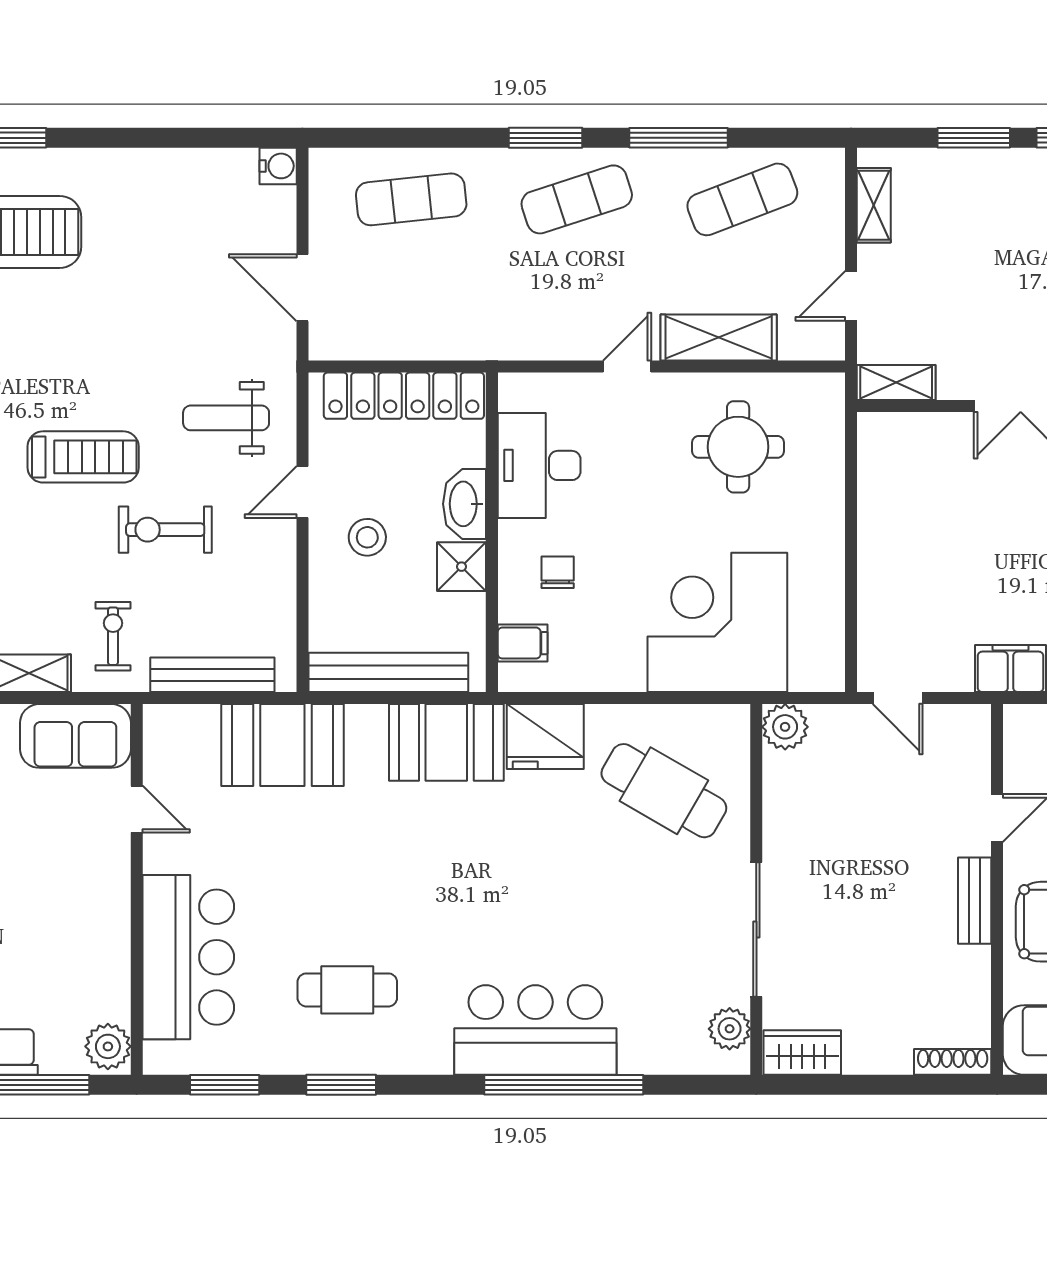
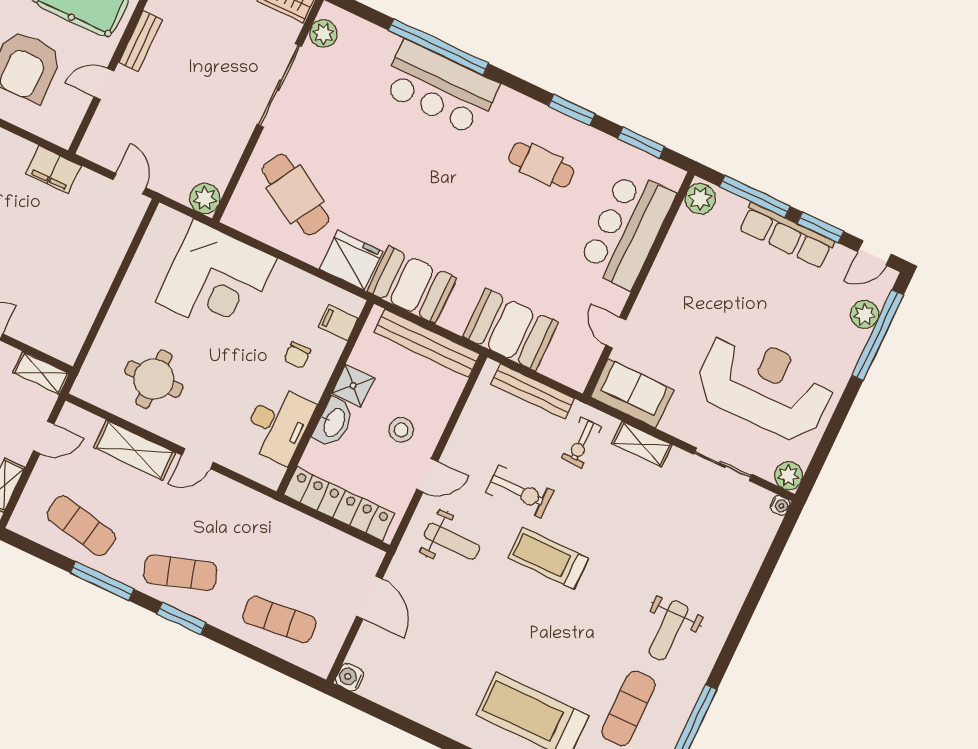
exercise mat: (742, 199) -> (81, 526), turned 33

